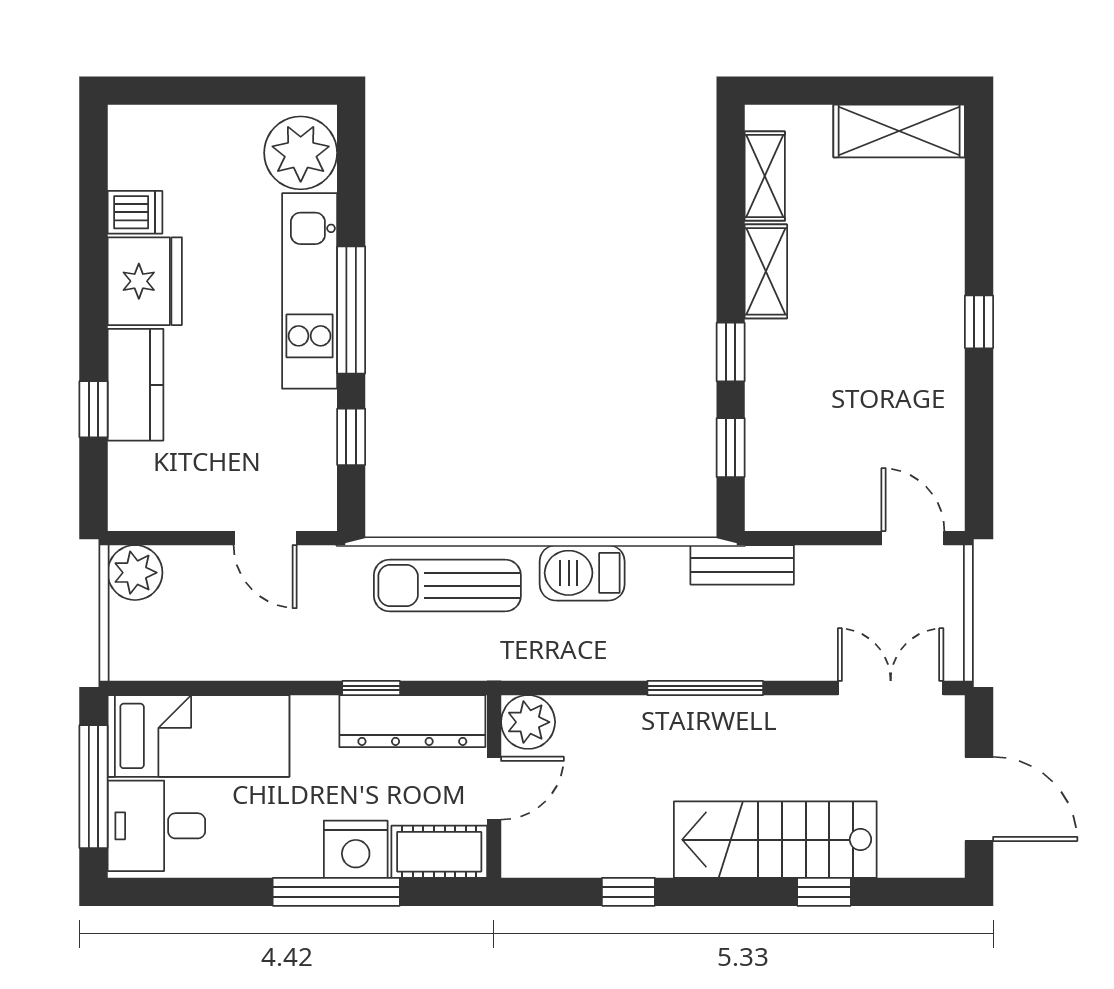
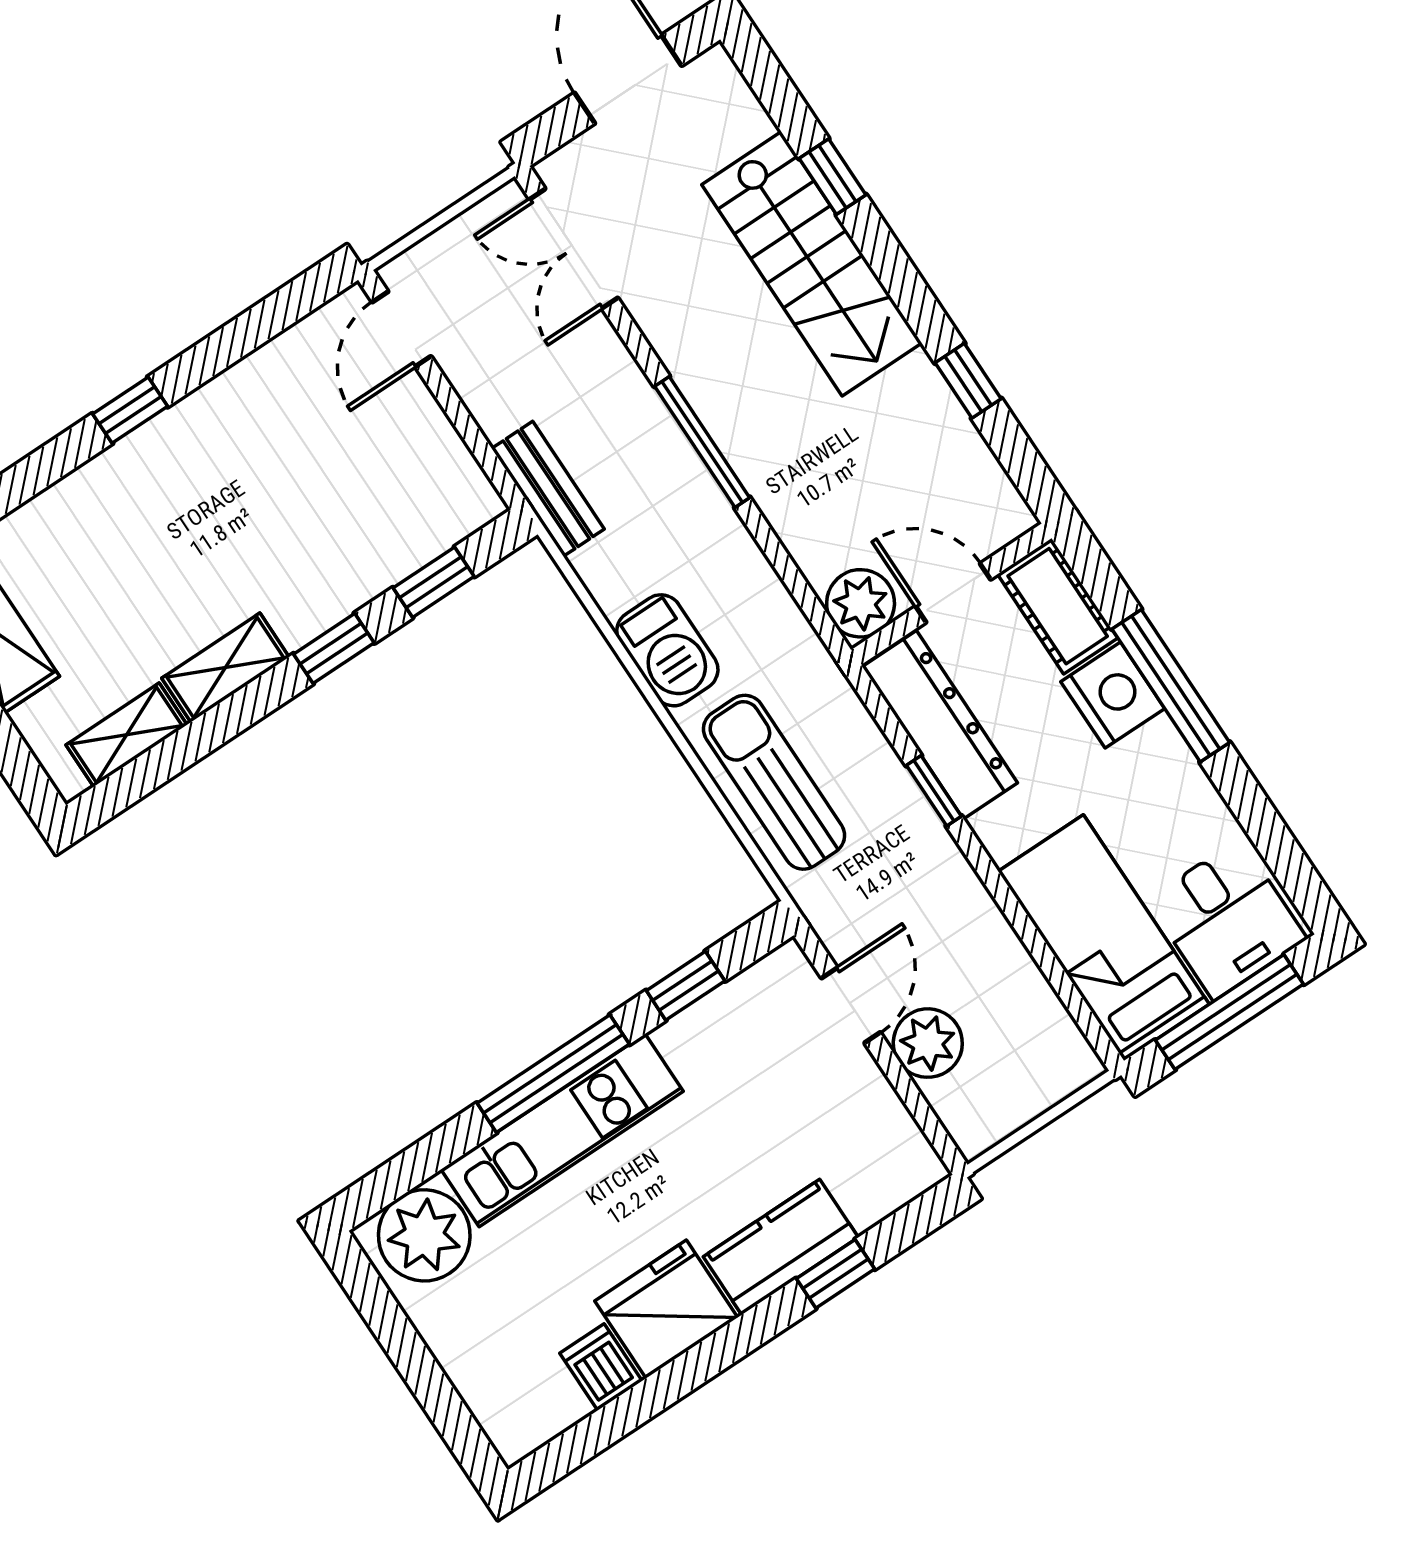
plant: (135, 573) -> (928, 1043), moved
sun lounger: (447, 586) -> (774, 782), turned 180

